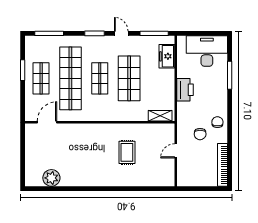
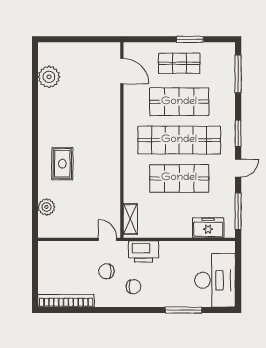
shop shelf: (70, 78) -> (179, 102), width x0.71
shop shelf: (100, 78) -> (179, 140), width x2.00, depth x1.36
printer: (185, 90) -> (144, 252), moved
chair: (217, 122) -> (134, 287), moved
door: (176, 151) -> (108, 239), moved
rug: (127, 152) -> (62, 164), moved, turned 90
plant: (151, 180) -> (46, 207), added

